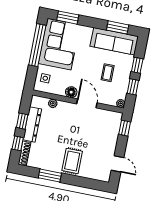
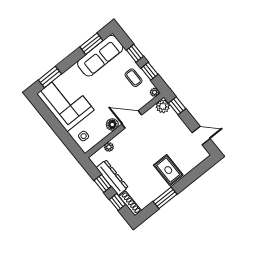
window: (37, 45) -> (52, 120), removed
coffee table: (108, 73) -> (134, 78), moved
plant: (115, 118) -> (163, 106), added

